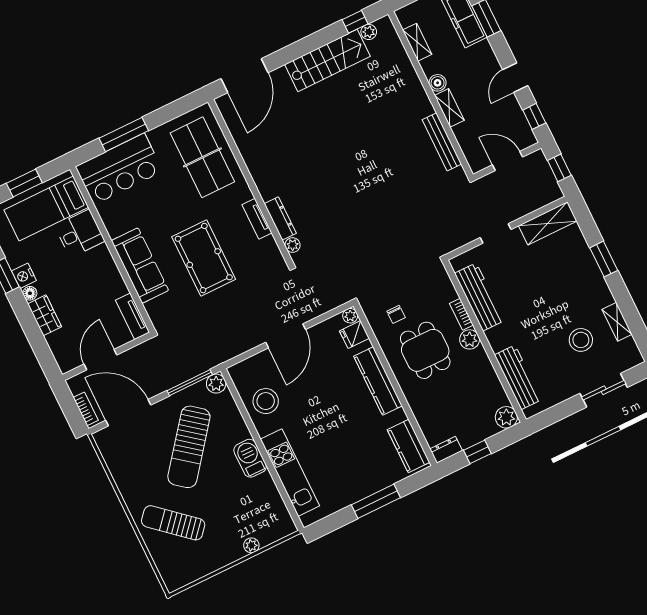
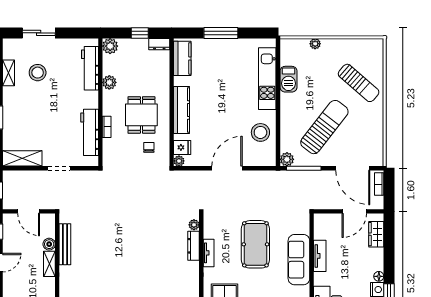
boiler: (438, 83) -> (49, 244), moved
wardrobe: (45, 315) -> (376, 234), moved
tv unit: (133, 316) -> (320, 256), moved
plant: (470, 339) -> (109, 82), moved
barbecue: (250, 458) -> (289, 79), moved

